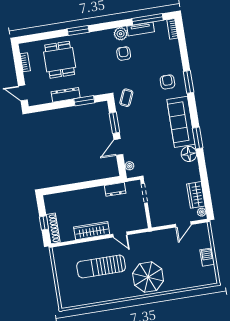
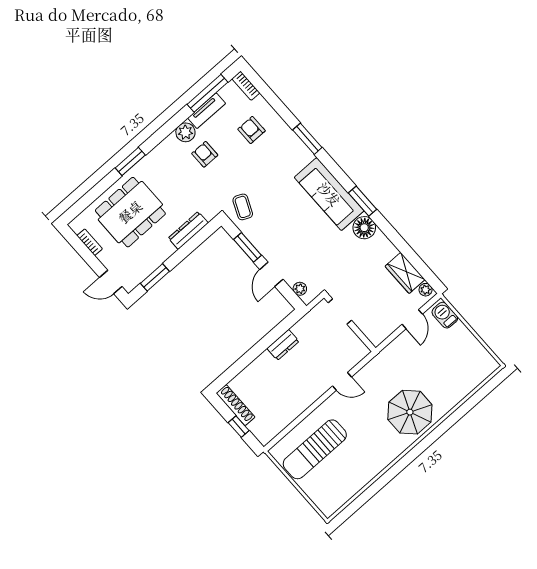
dining table: (60, 60) -> (130, 212), width x1.38
armchair: (167, 82) -> (252, 130), moved
dresser: (66, 95) -> (188, 231), moved
window: (84, 101) -> (155, 277), moved
dresser: (115, 189) -> (283, 345), moved
shoe rack: (53, 228) -> (236, 405), moved
wardrobe: (92, 231) -> (304, 399), removed
barbecue: (207, 257) -> (445, 315), moved
sun lounger: (101, 266) -> (315, 449), moved

